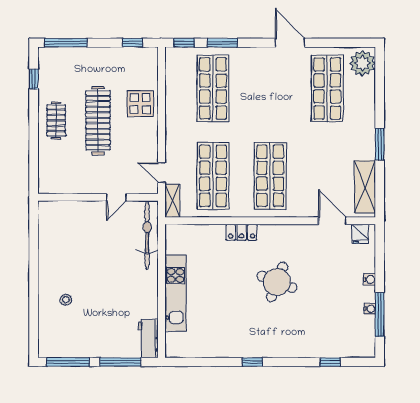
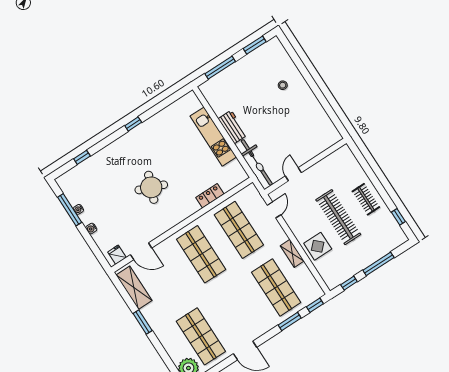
window: (66, 43) -> (378, 264), moved
door: (161, 173) -> (274, 210), hinge flipped
shelving: (172, 201) -> (292, 253), moved
locker: (242, 232) -> (210, 196), moved
workbench: (148, 338) -> (233, 127), moved
window: (68, 362) -> (255, 45), width x0.69

